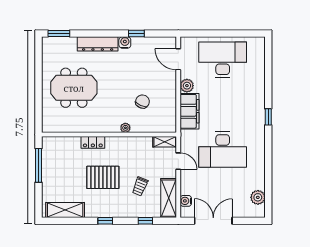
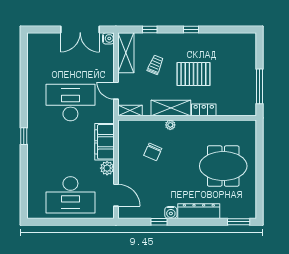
plant: (258, 197) -> (34, 54), removed
water cooler: (186, 201) -> (108, 38), moved
shelving: (65, 210) -> (171, 108), moved

